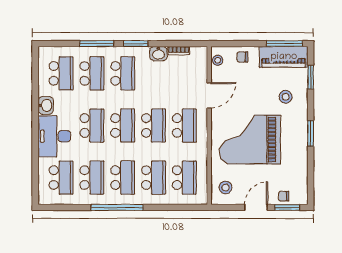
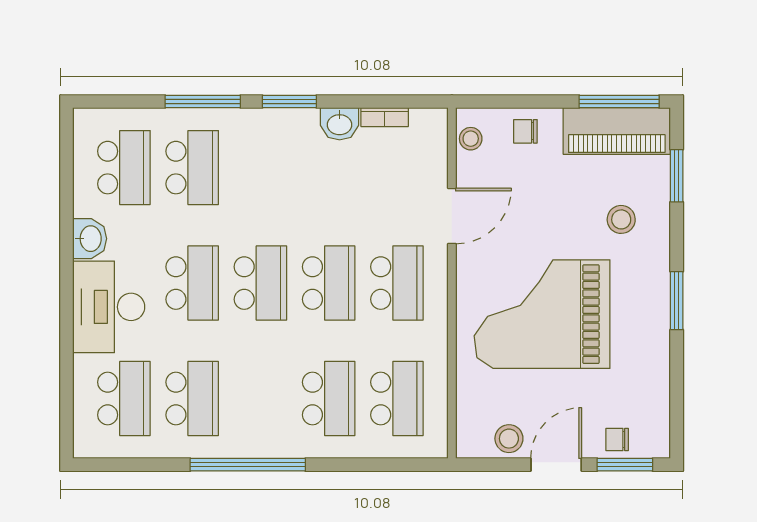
school desk: (123, 73) -> (260, 168), removed
school desk: (123, 178) -> (260, 399), removed
stool: (226, 187) -> (509, 439), moved

